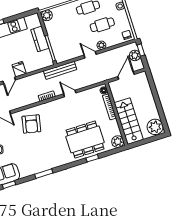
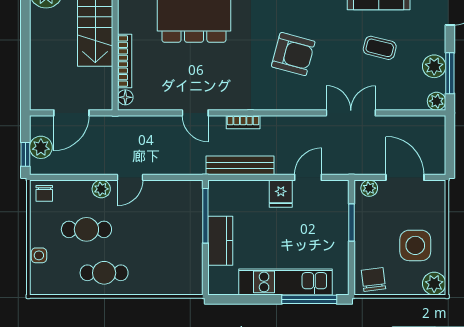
plant: (47, 15) -> (191, 284), removed
door: (90, 55) -> (130, 177), hinge flipped
bench: (60, 70) -> (240, 165), moved
armchair: (31, 124) -> (293, 54), moved, turned 93

